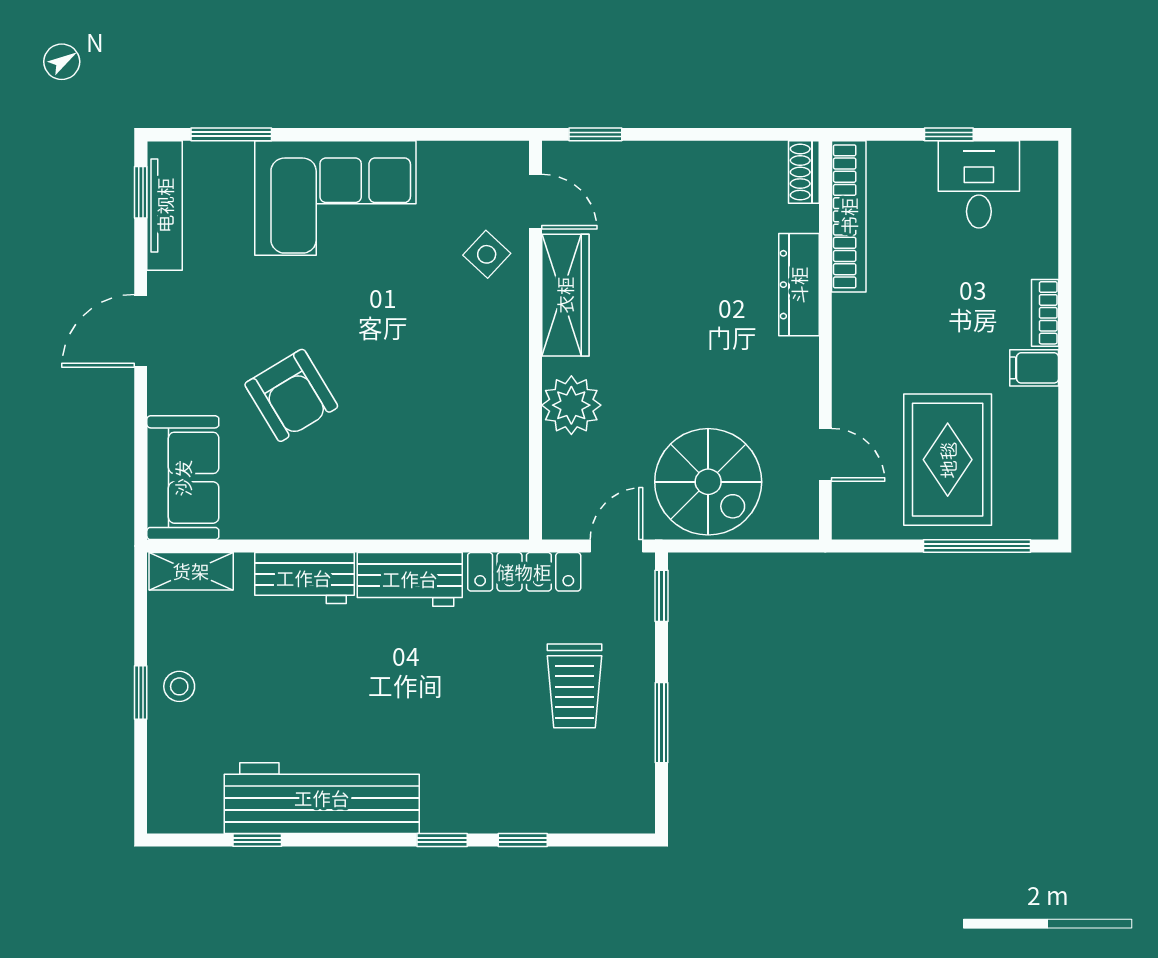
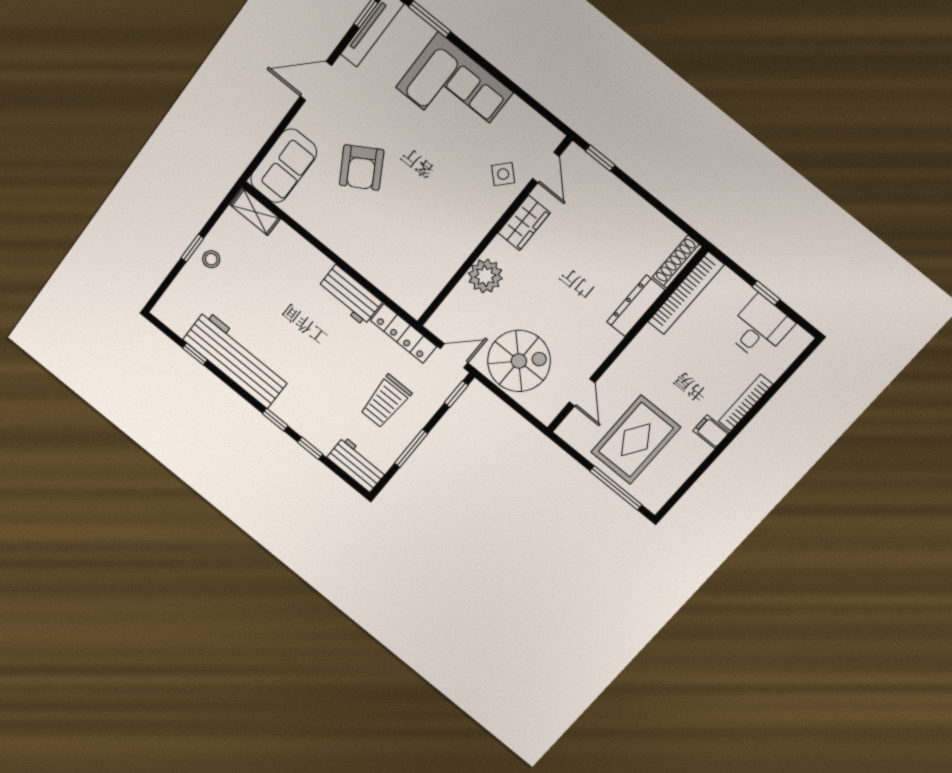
shoe rack: (804, 172) -> (677, 262), width x1.43
wardrobe: (565, 295) -> (524, 223), width x0.67
bookcase: (1045, 313) -> (746, 403), width x1.56
spiral stairs: (708, 482) -> (519, 361), turned -90
workbench: (304, 578) -> (357, 464), moved, turned 180

